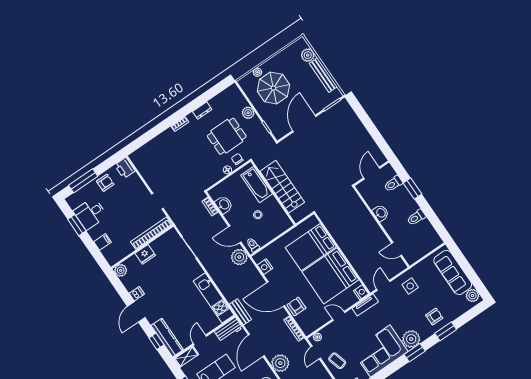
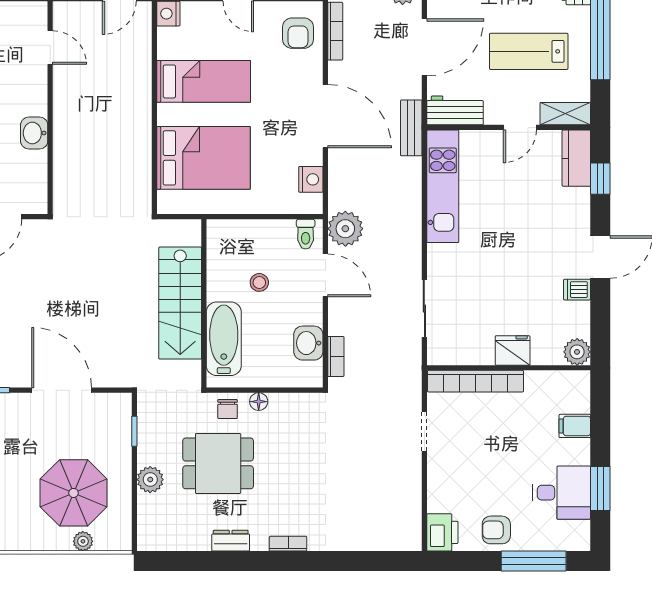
door: (304, 124) -> (62, 390), swing flipped
bed: (330, 276) -> (204, 81), width x0.49
armchair: (296, 306) -> (298, 33), moved
kitchen counter: (167, 338) -> (576, 158), width x0.67

